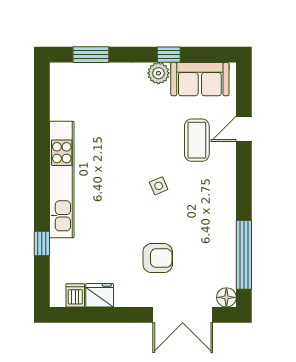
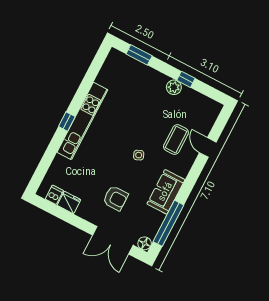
sofa: (200, 79) -> (166, 192), moved, turned 90
door: (244, 129) -> (208, 147), hinge flipped
window: (42, 243) -> (67, 122), moved

